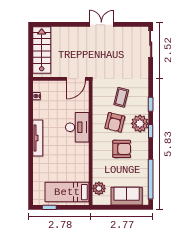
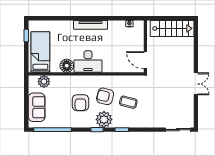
desk: (77, 127) -> (88, 62), moved
floor lamp: (82, 164) -> (67, 66), added

